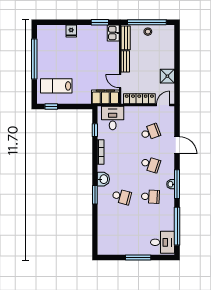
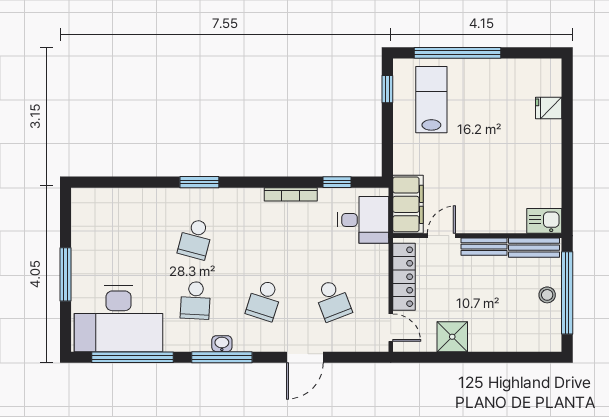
window: (100, 22) -> (567, 193), removed
fridge: (71, 31) -> (549, 108), moved
window: (34, 59) -> (457, 53), moved
washbasin: (103, 179) -> (233, 200), removed
desk: (163, 242) -> (119, 319), width x1.87, depth x1.30

